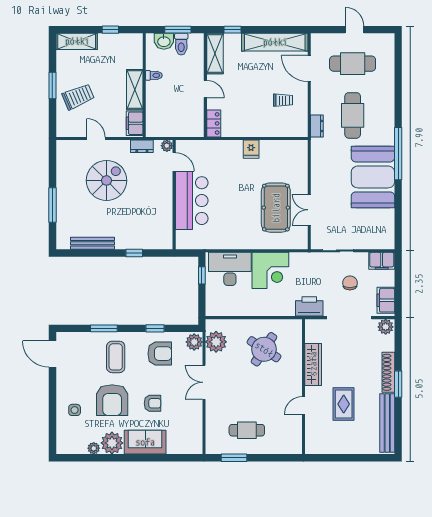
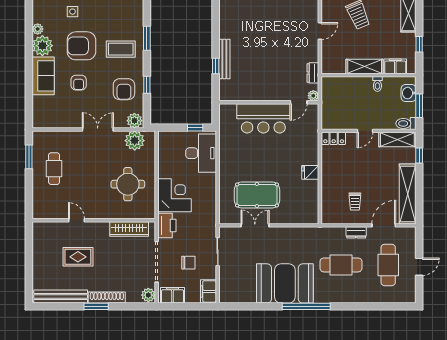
toilet: (181, 44) -> (406, 123), moved
filing cabinet: (135, 123) -> (395, 66), moved
dresser: (317, 126) -> (356, 232), moved
spiral stairs: (107, 180) -> (282, 41), removed
bench: (92, 243) -> (224, 59), moved
corner desk: (270, 270) -> (175, 195), moved, turned 180
round table: (264, 349) -> (128, 184), turned -33
wardrobe: (313, 364) -> (129, 229), moved

